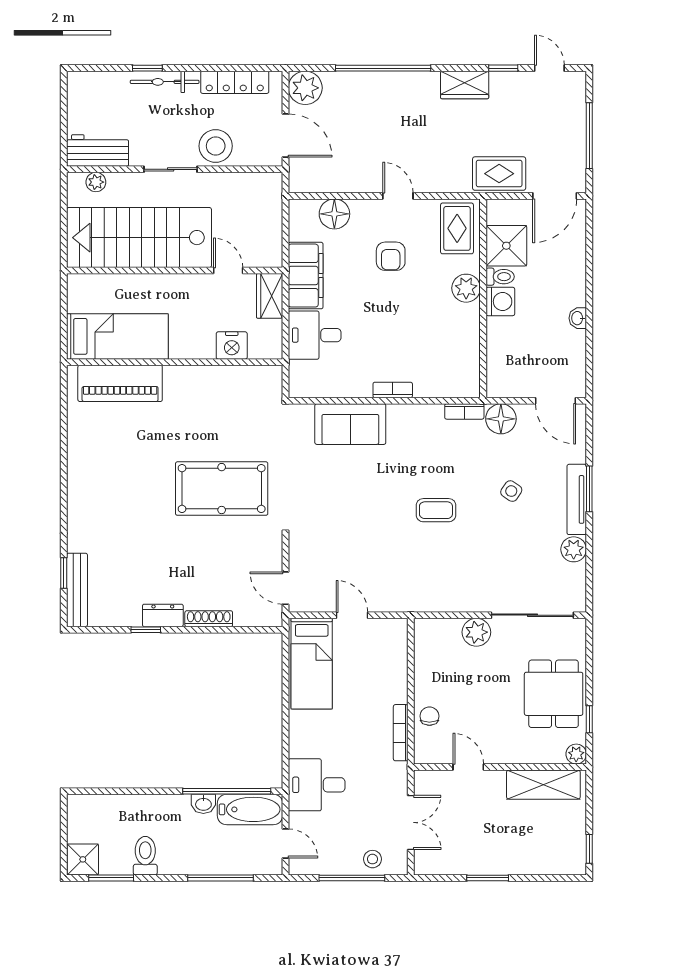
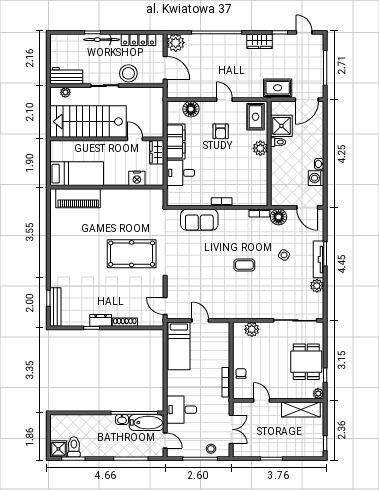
washing machine: (500, 301) -> (316, 178), moved, turned 180
plant: (476, 632) -> (252, 329), moved
toilet: (145, 856) -> (74, 447), moved

